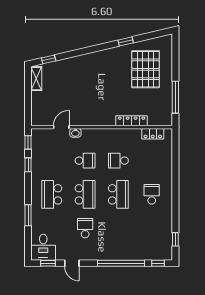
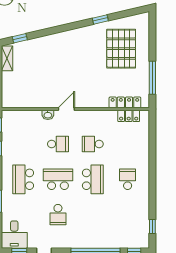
locker: (132, 121) -> (125, 102), moved
door: (61, 127) -> (66, 109), moved
school desk: (85, 194) -> (58, 179), turned -90
school desk: (85, 228) -> (58, 215), turned 180

